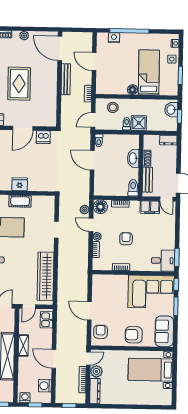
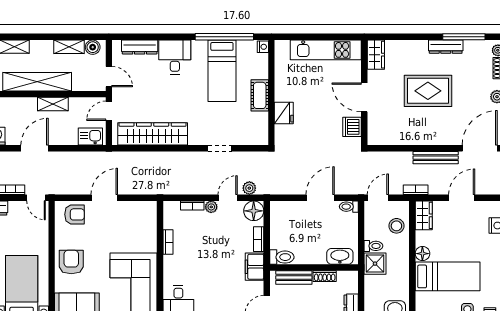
wardrobe: (106, 88) -> (424, 215), added
door: (93, 120) -> (378, 198), hinge flipped
washbasin: (133, 158) -> (340, 256), moved
fridge: (20, 184) -> (284, 113), moved
filing cabinet: (150, 207) -> (254, 267), moved
armchair: (126, 239) -> (209, 248), removed
door: (29, 306) -> (109, 111), hinge flipped
plant: (96, 371) -> (18, 210), removed

